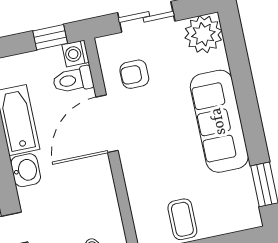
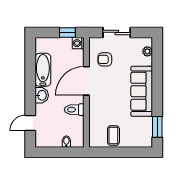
plant: (203, 34) -> (147, 51), width x0.53, depth x0.53
toilet: (73, 80) -> (74, 110), moved

